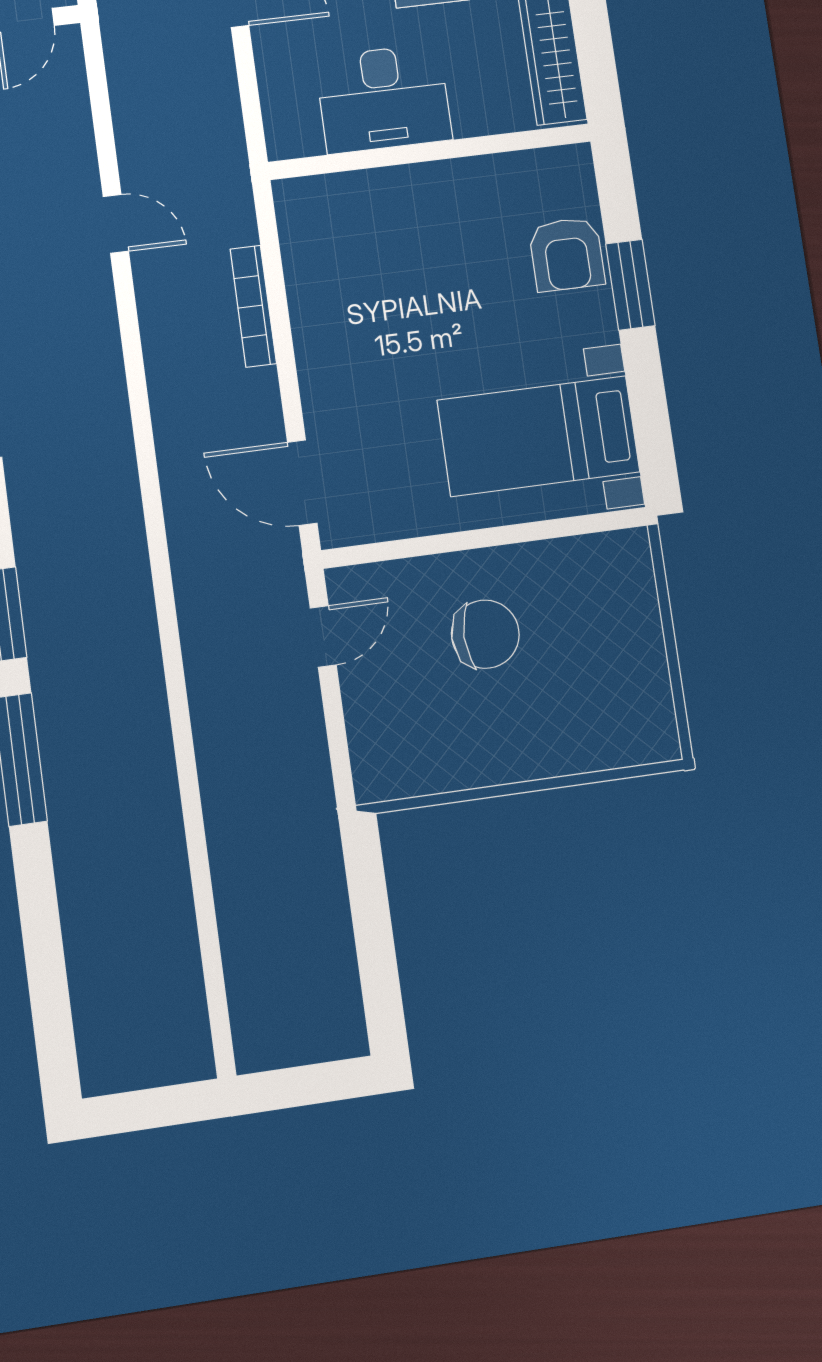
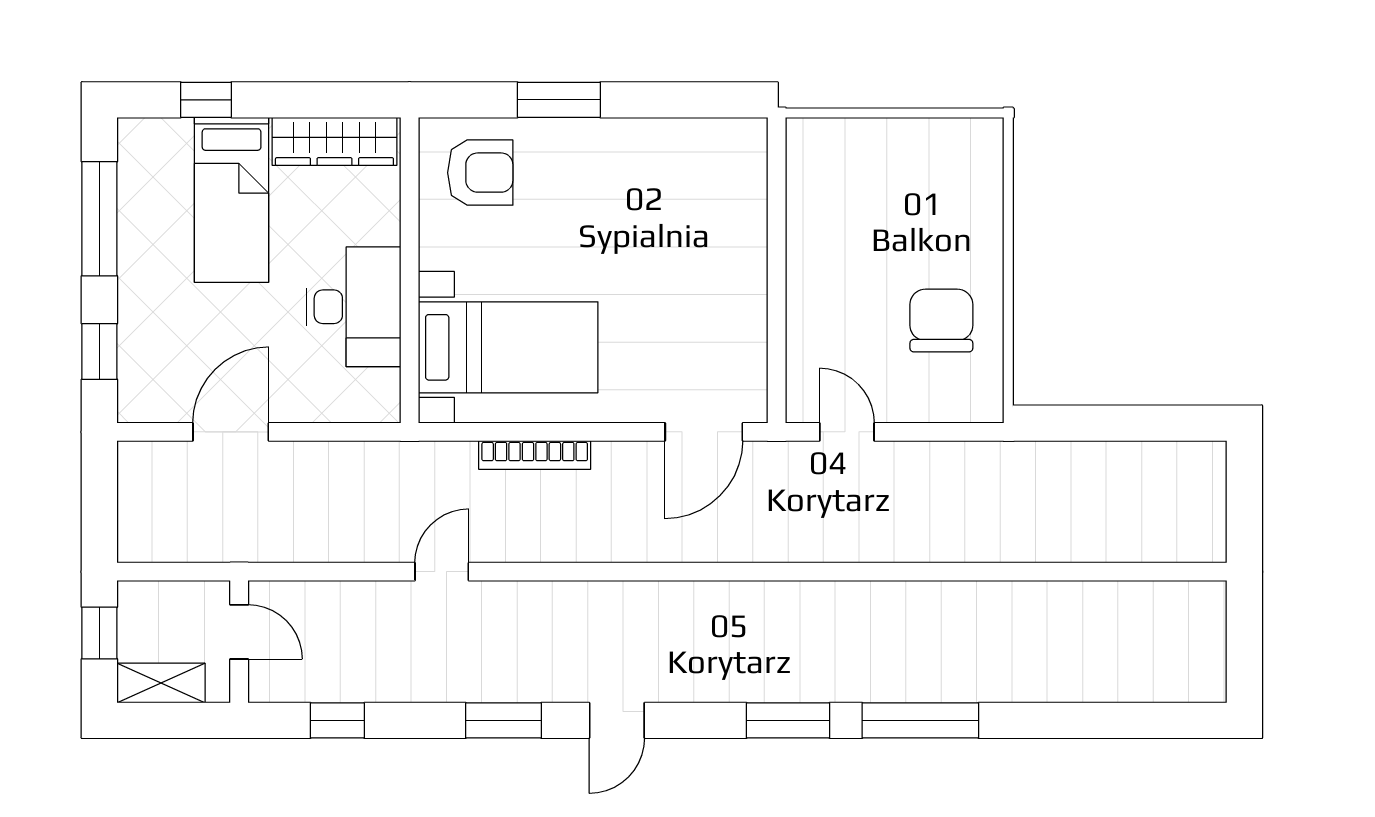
armchair: (567, 254) -> (480, 173), moved
bed with nightstands: (539, 436) -> (508, 347), moved, turned -90
chair: (485, 634) -> (941, 321), moved

